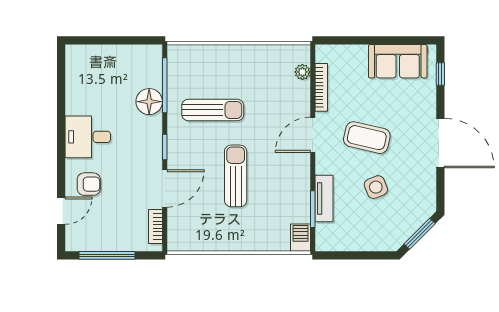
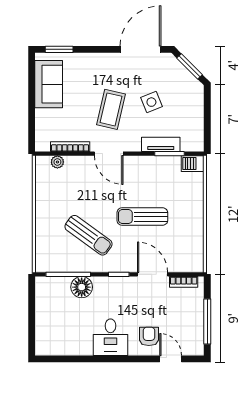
window: (440, 74) -> (59, 49), width x1.50
sun lounger: (213, 110) -> (88, 235), turned 126
door: (440, 143) -> (140, 49), moved

